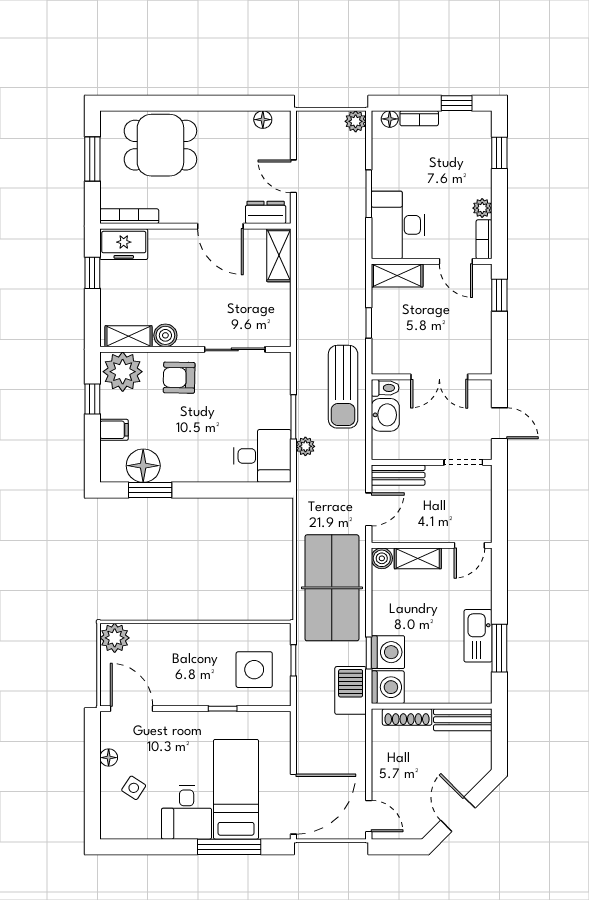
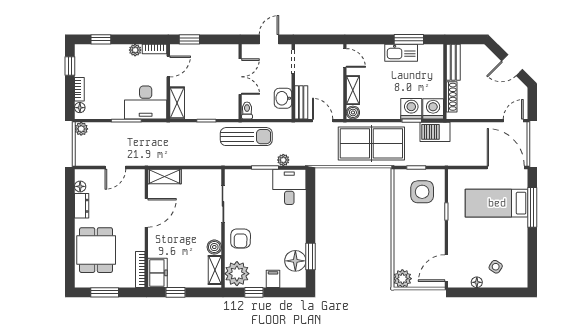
dresser: (266, 212) -> (82, 206), moved, turned 180
washbasin: (385, 415) -> (283, 98), moved, turned -90
desk: (187, 812) -> (511, 234), removed

